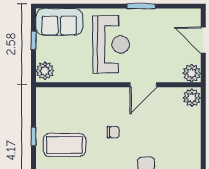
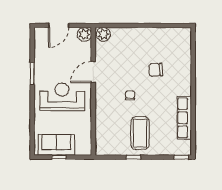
sofa: (59, 22) -> (56, 145), moved, turned -90
plant: (45, 71) -> (82, 148), removed
door: (143, 85) -> (93, 72), swing flipped

